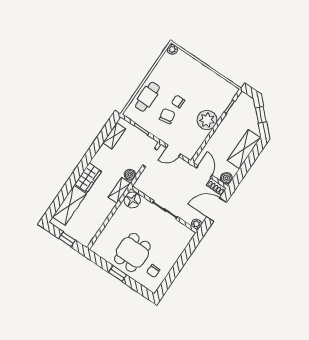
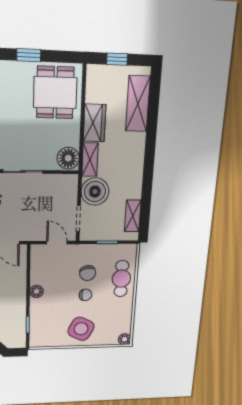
side table: (197, 78) -> (81, 329), added
plant: (207, 120) -> (36, 291), width x0.53, depth x0.53
door: (174, 151) -> (57, 243), hinge flipped
boiler: (130, 175) -> (95, 192), width x1.86, depth x1.86
wardrobe: (88, 178) -> (94, 123), moved, turned 180
dining table: (132, 253) -> (55, 93), moved

